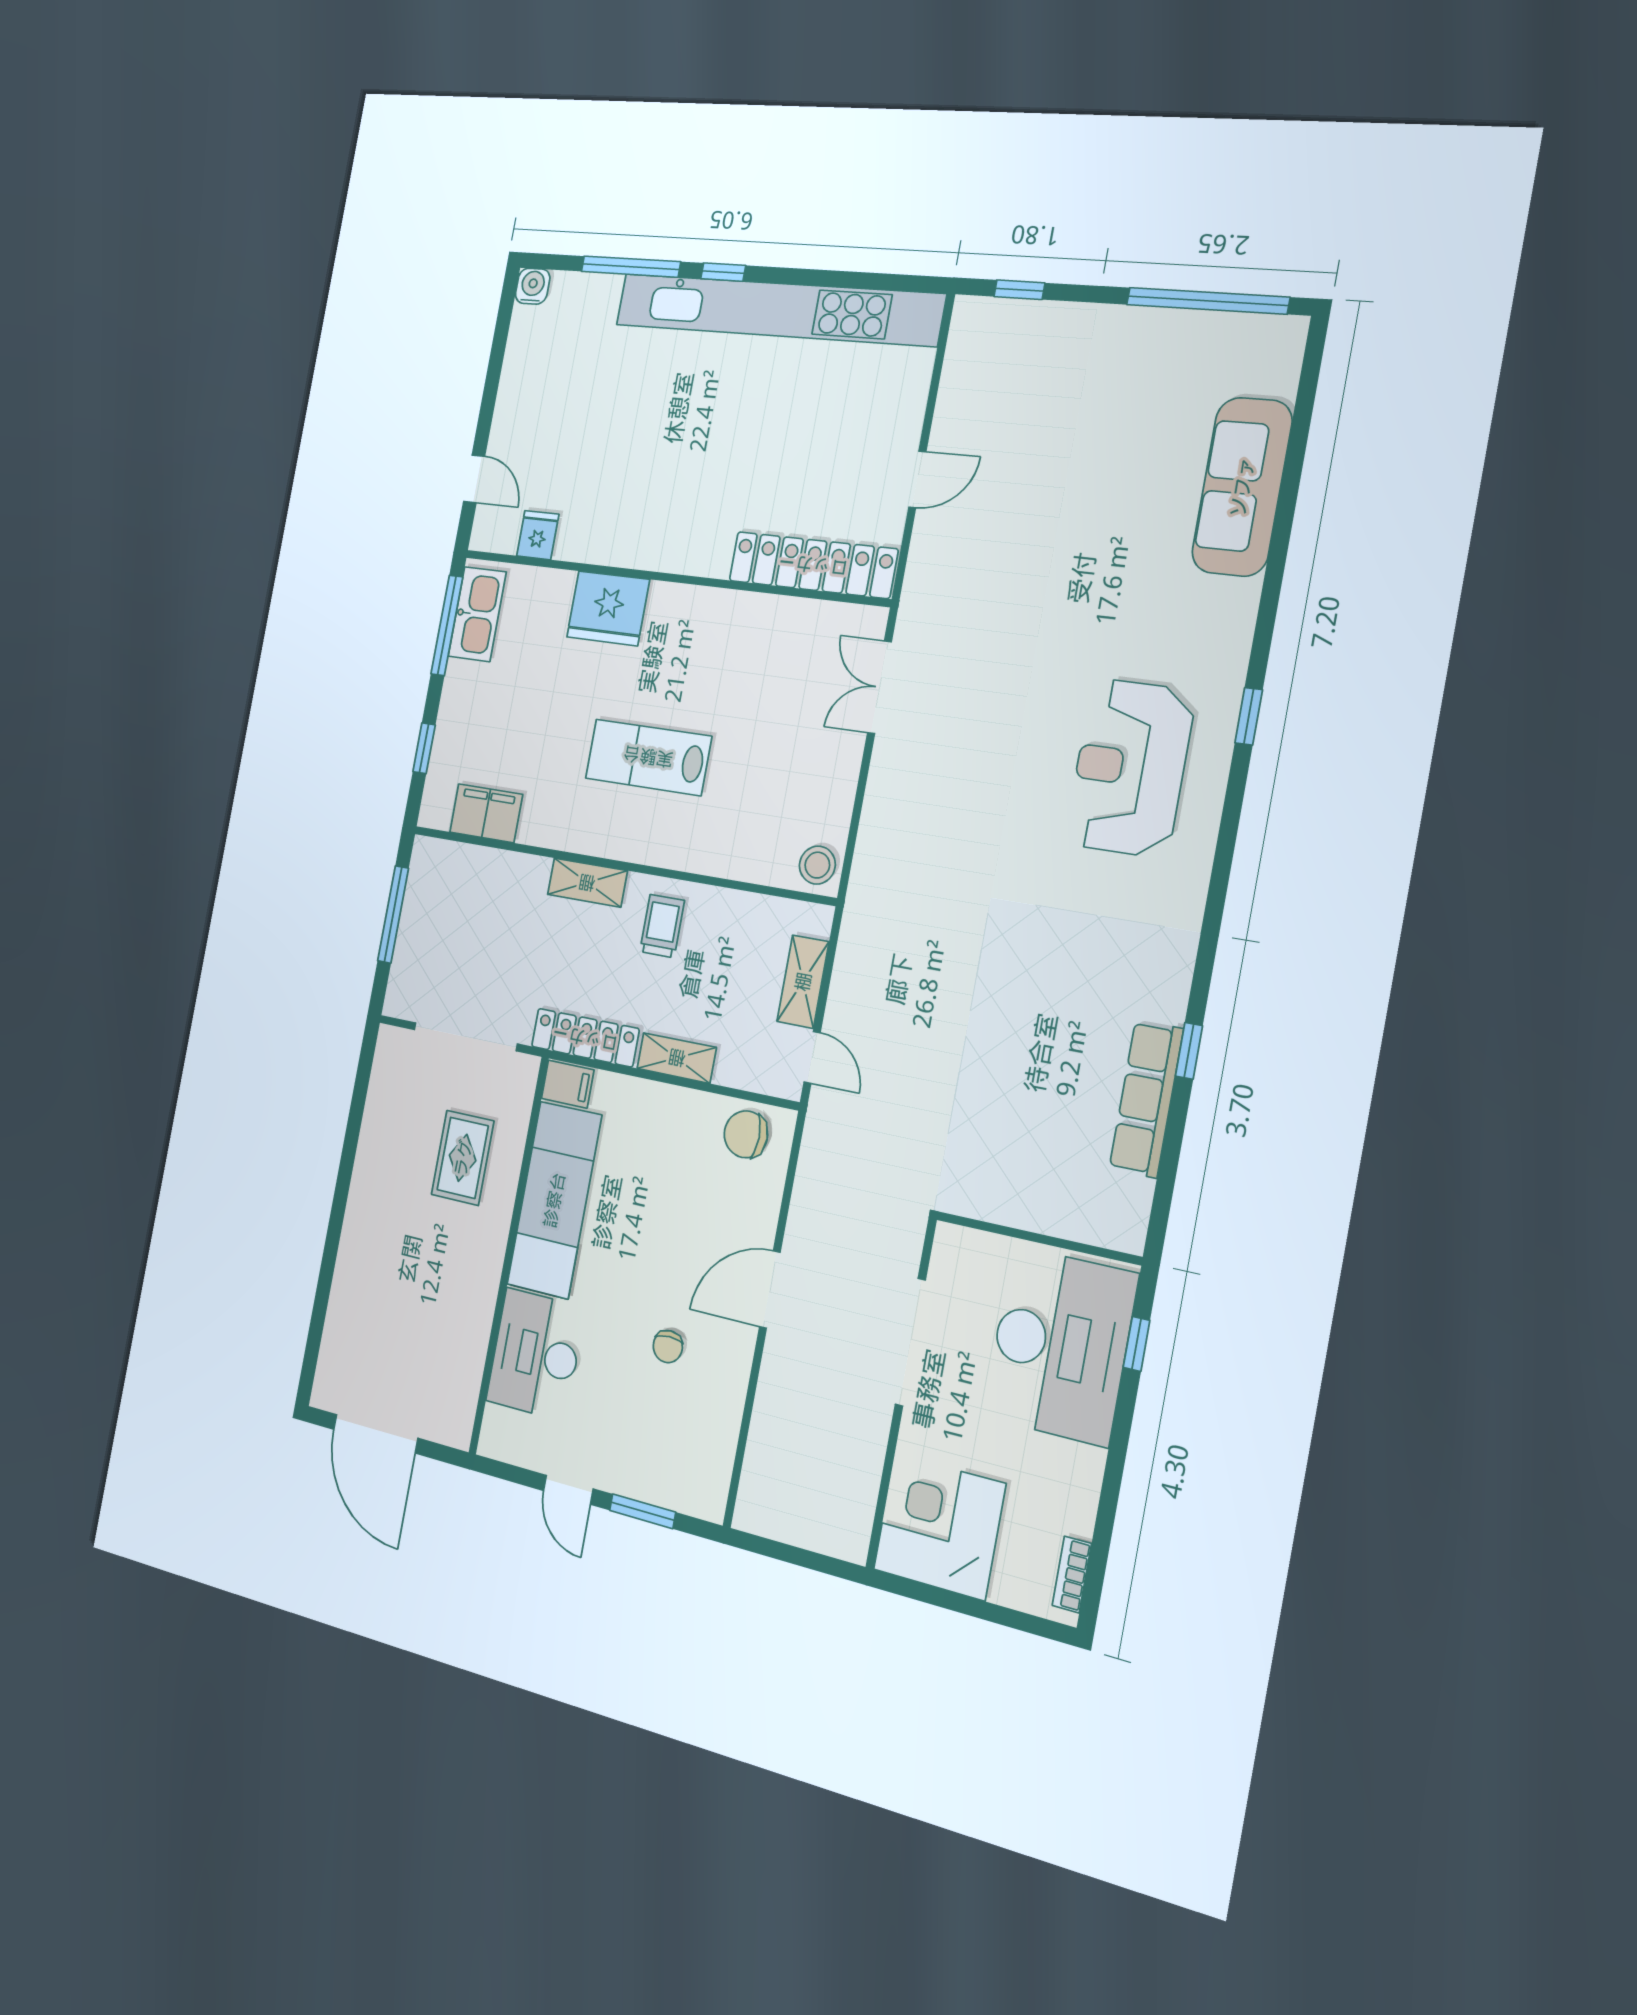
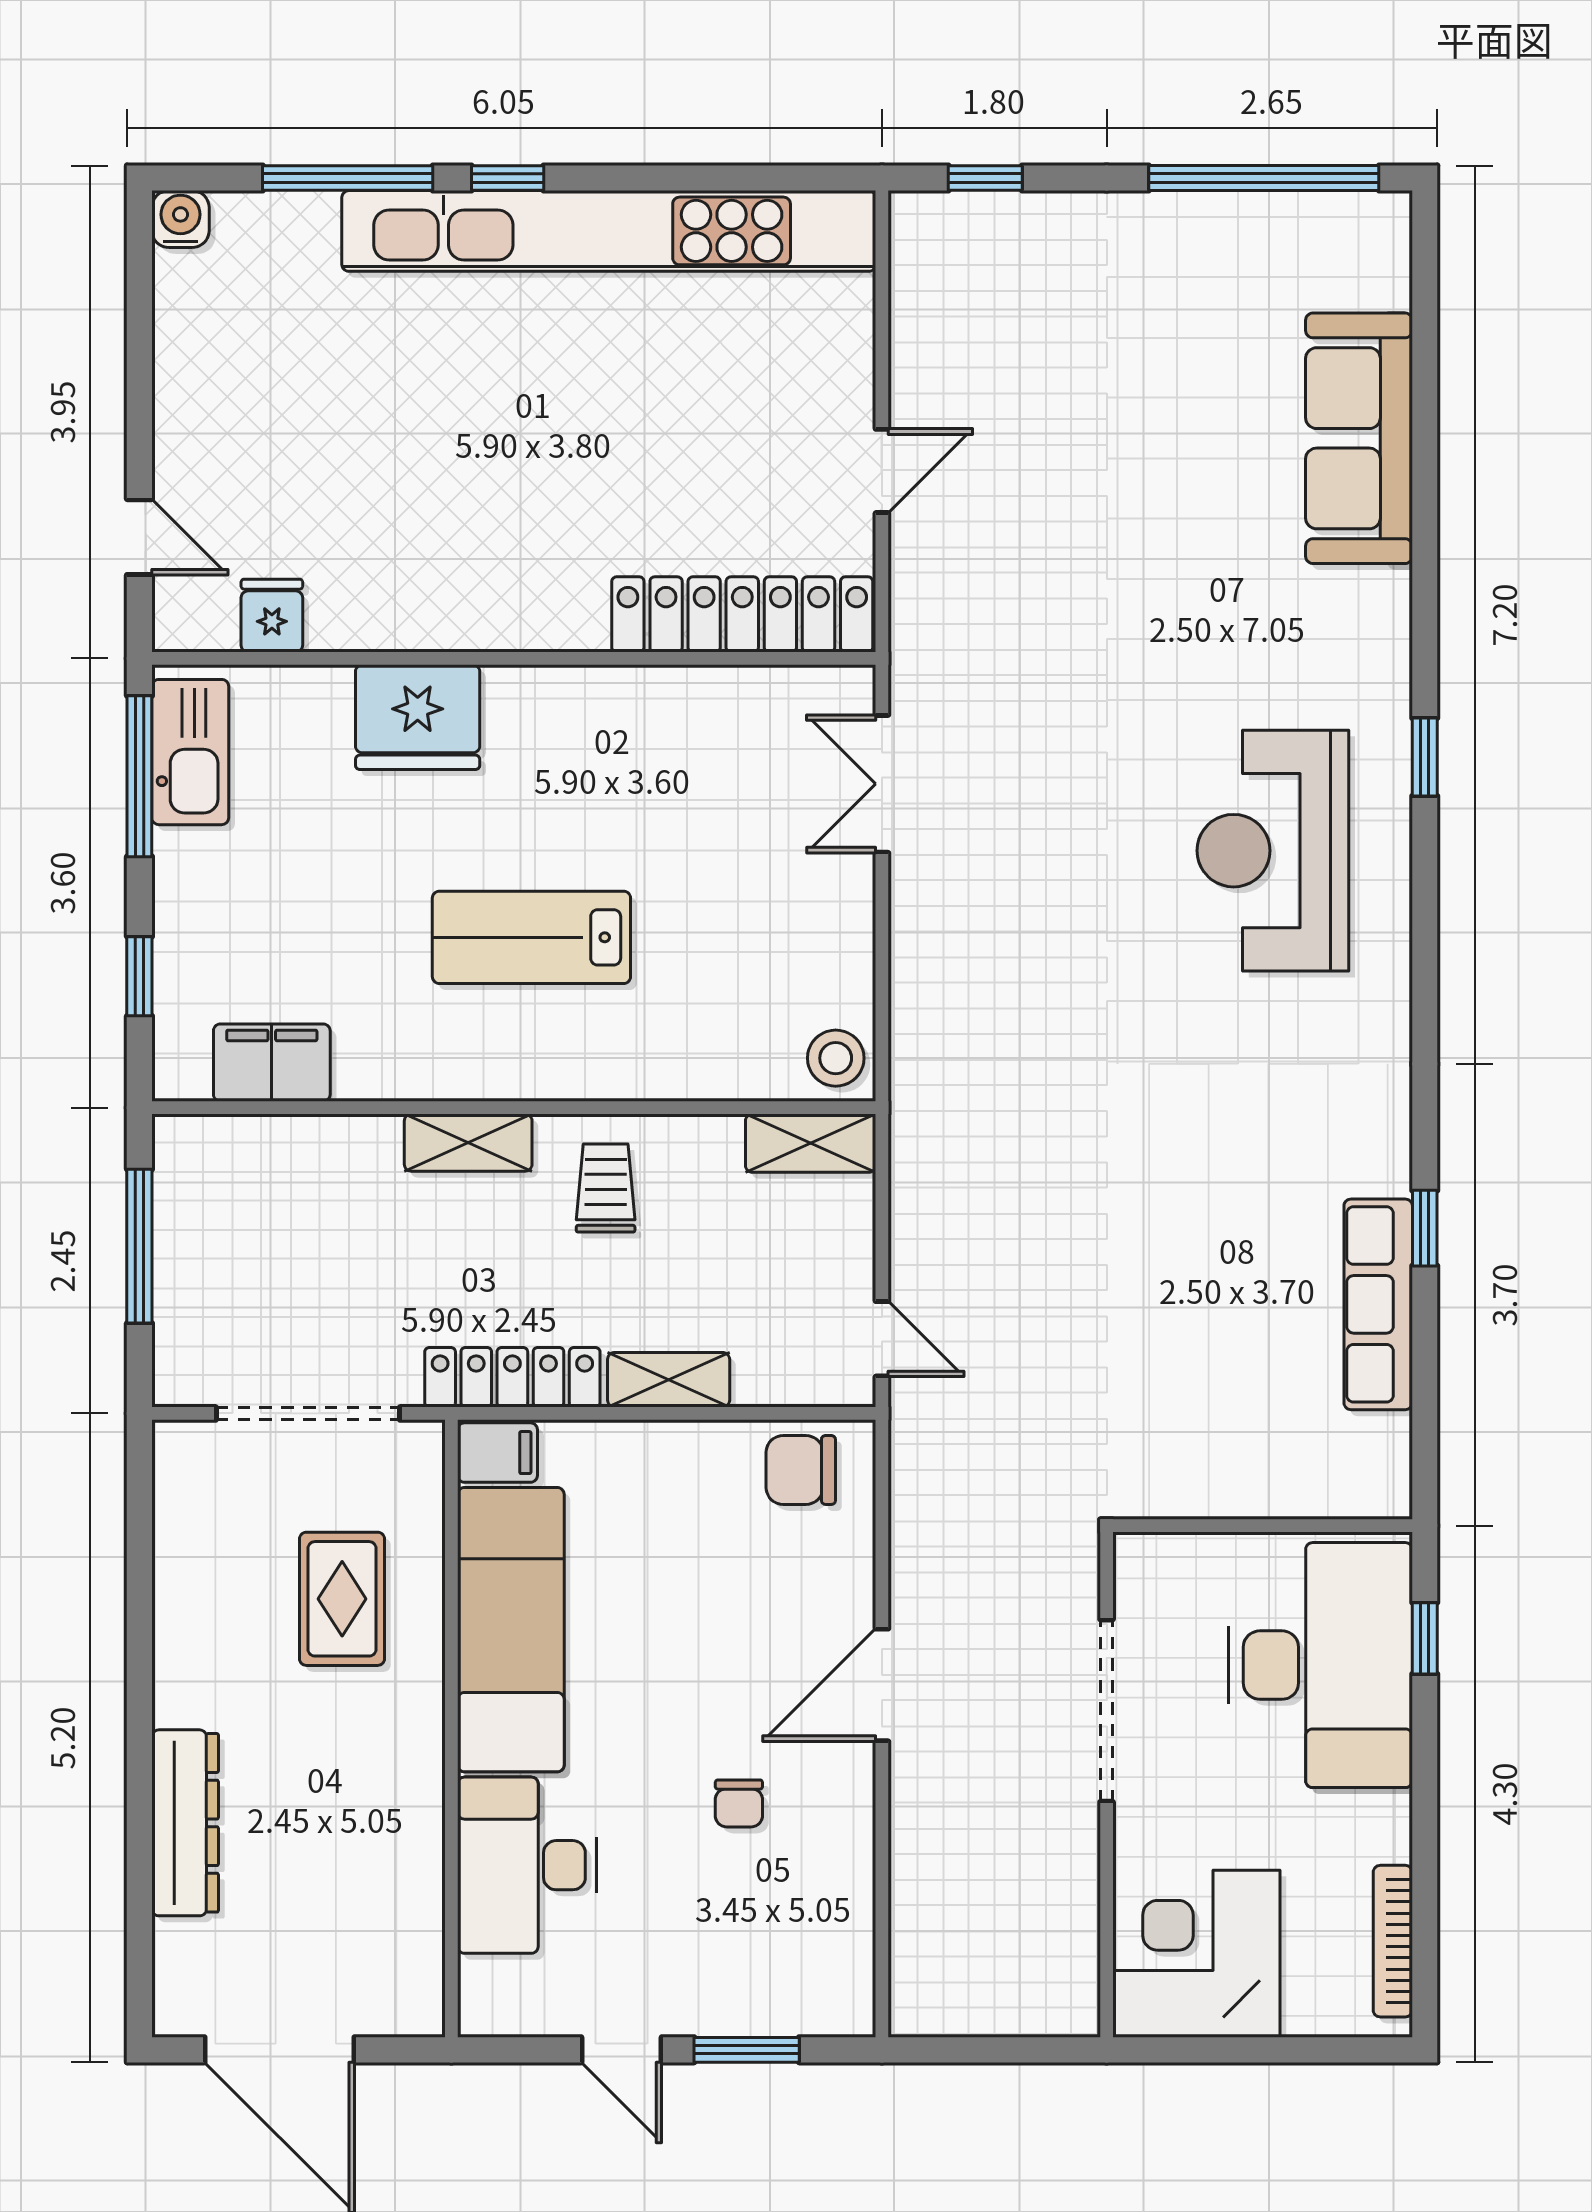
shelving: (803, 982) -> (811, 1143), moved, turned 90
dresser: (351, 1277) -> (185, 1823), added
bookcase: (1072, 1575) -> (1393, 1941), width x1.56

